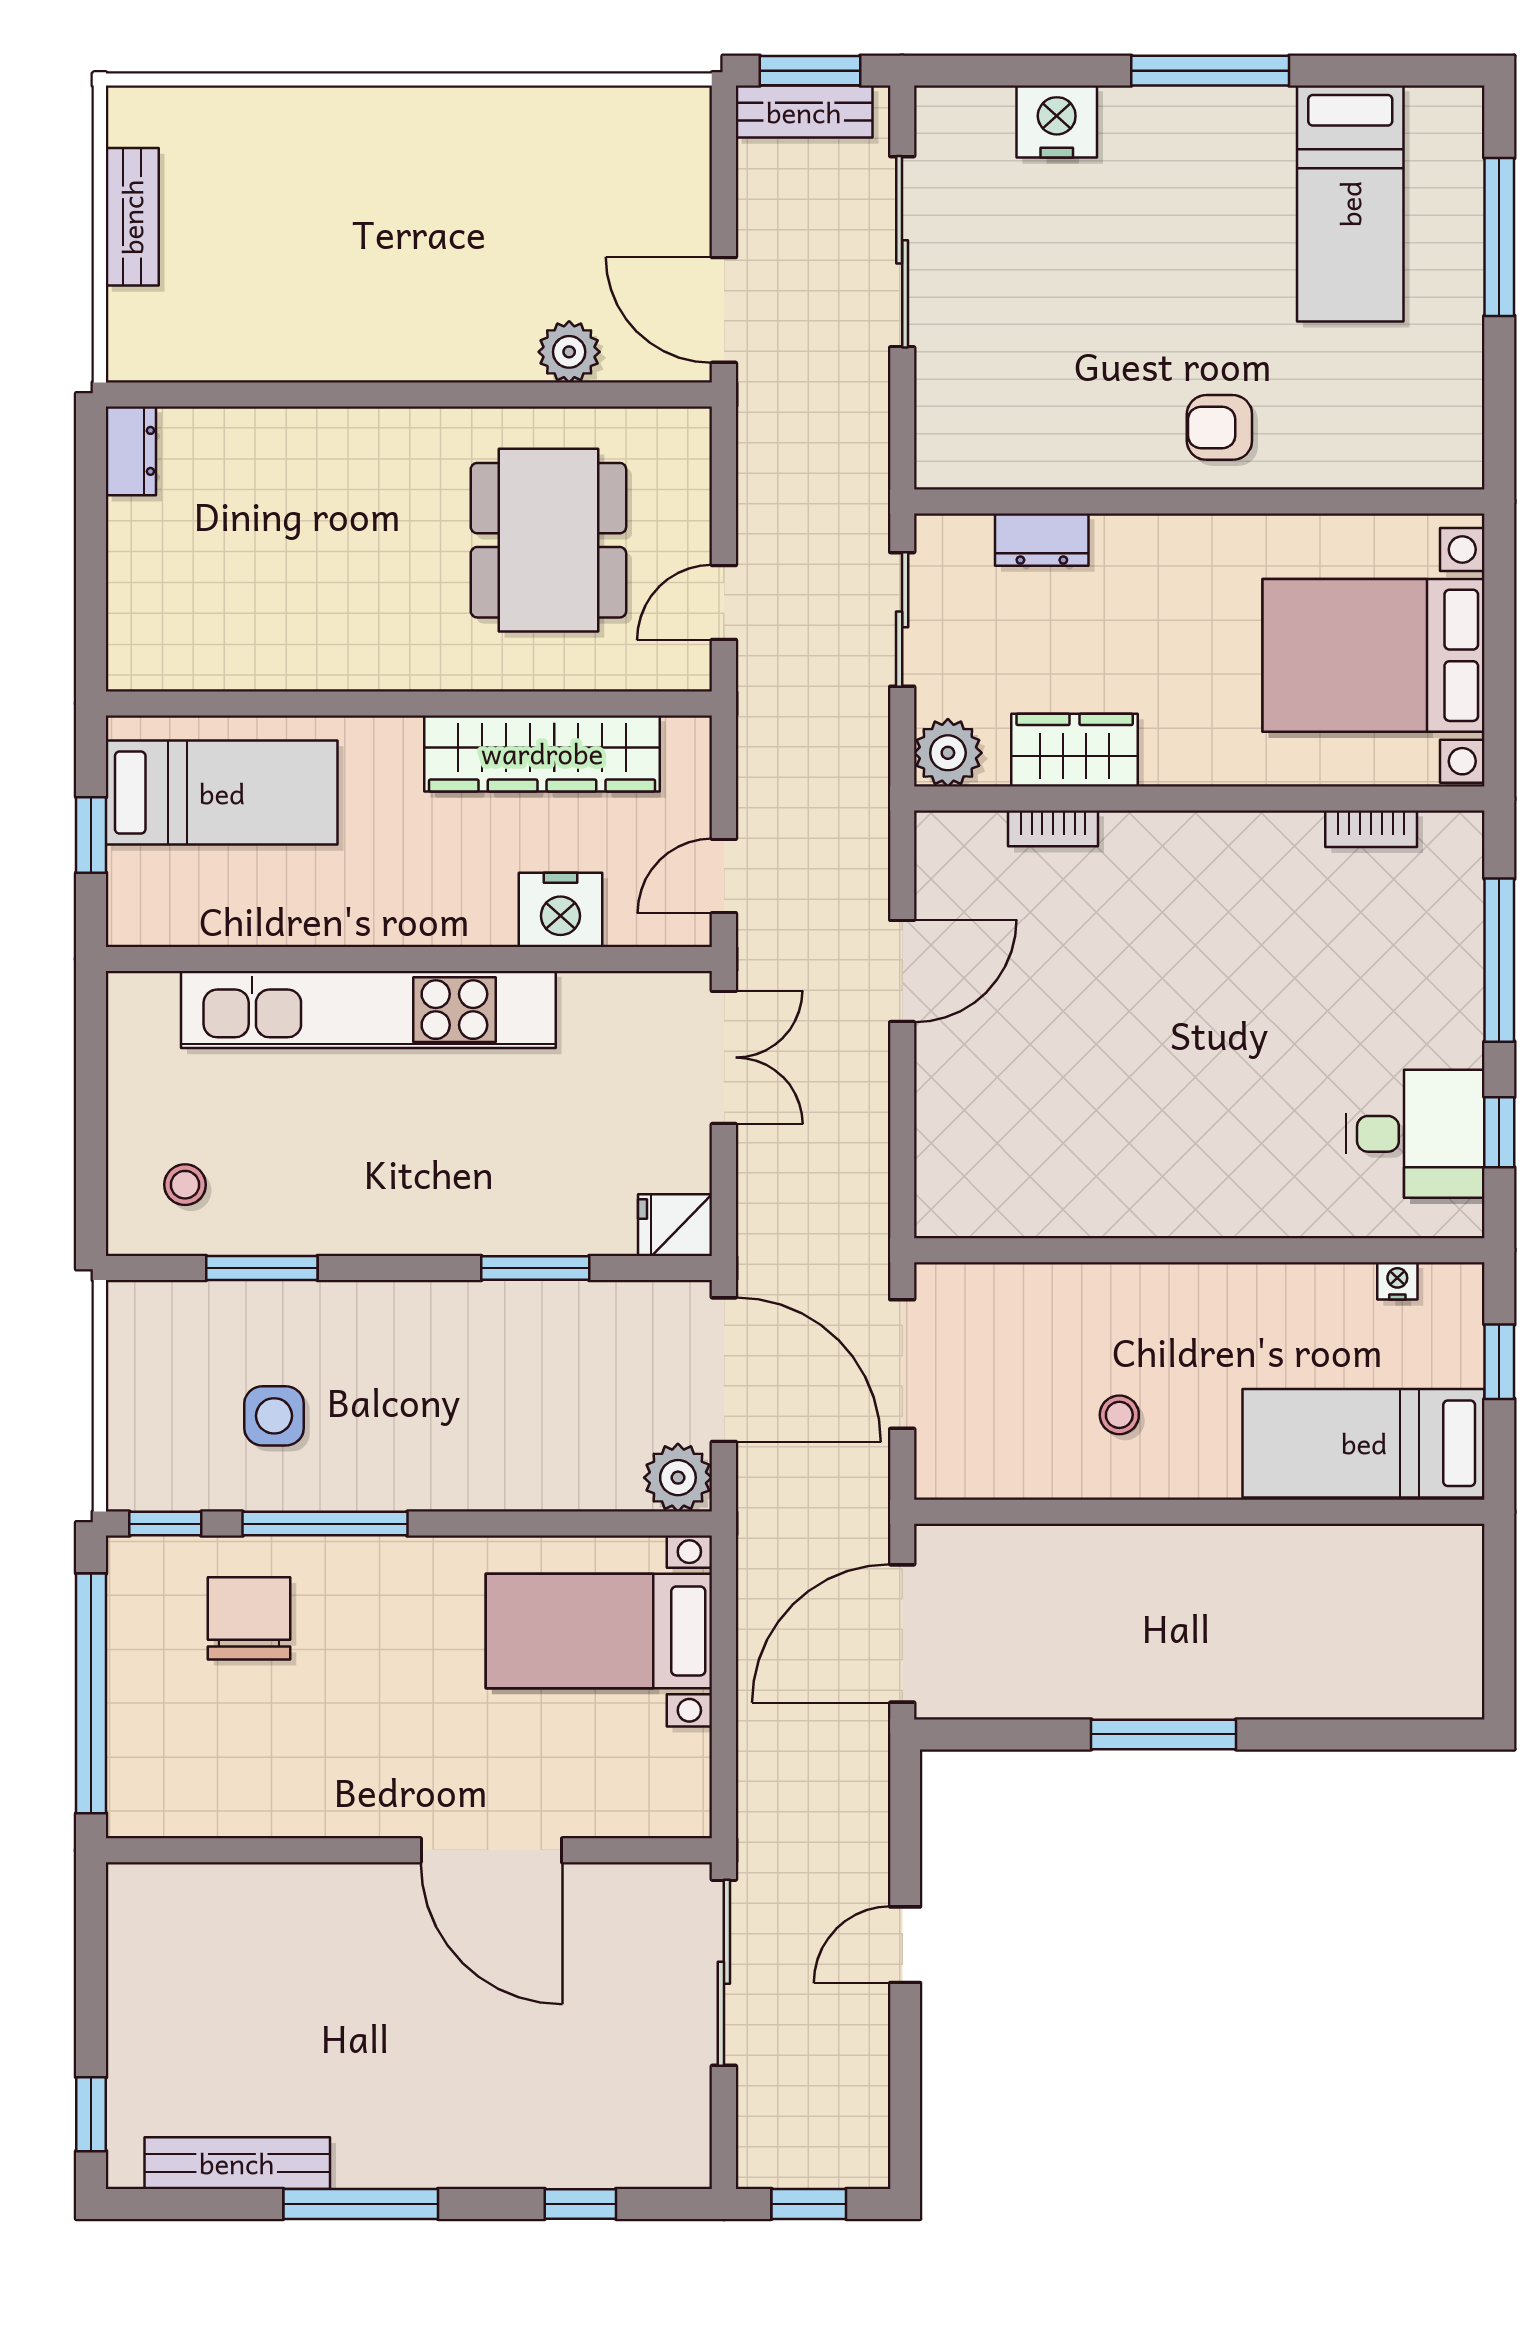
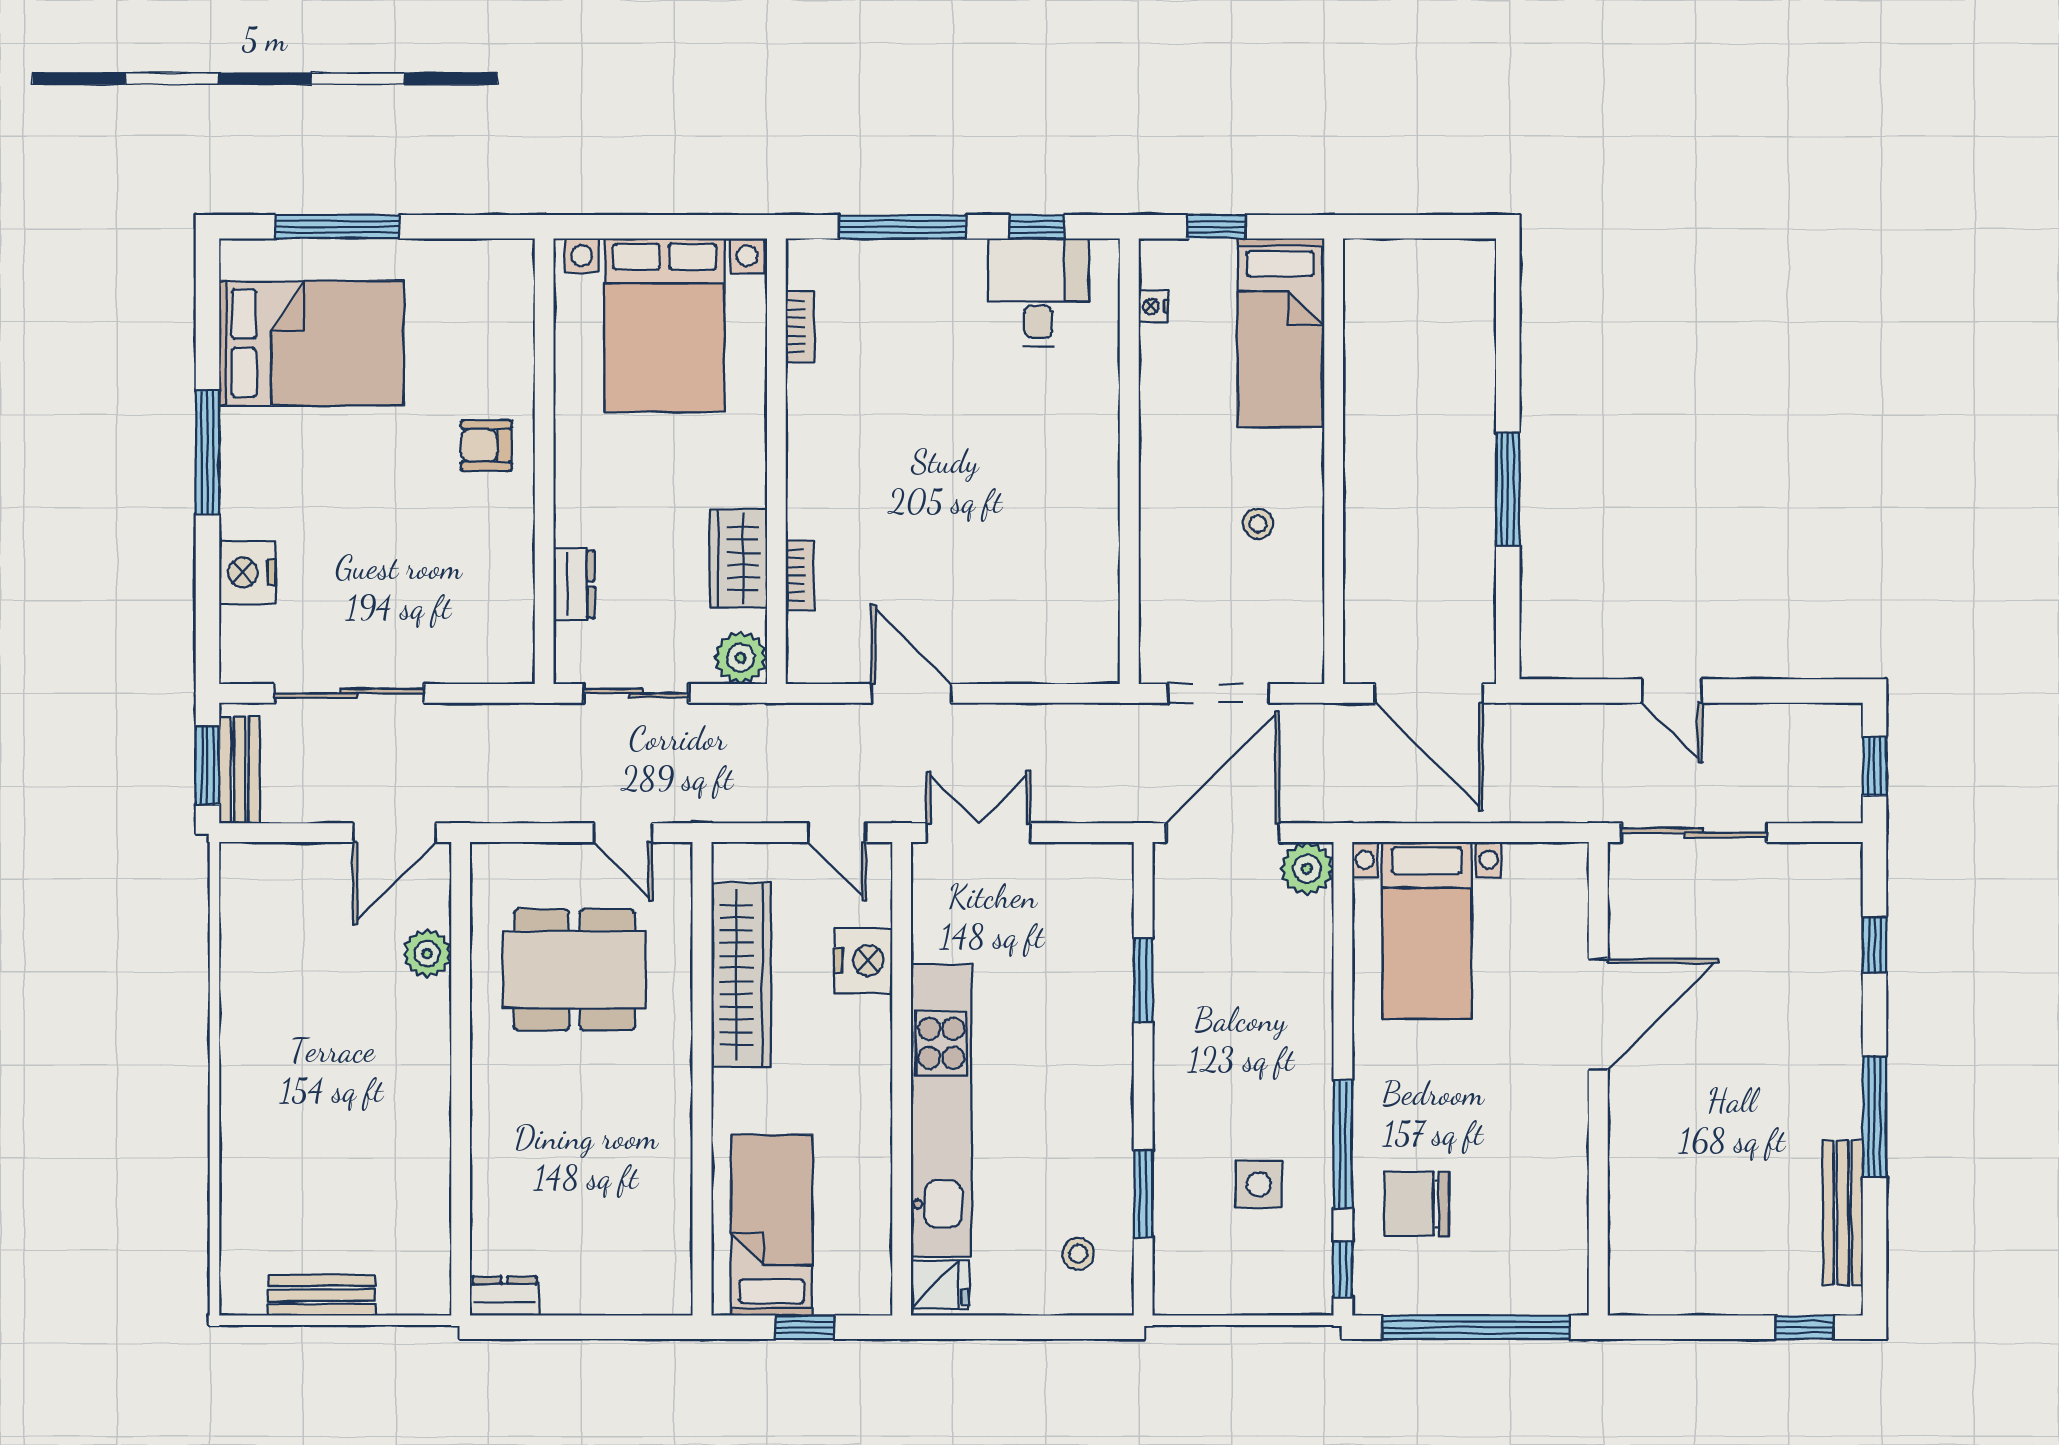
bed: (1350, 204) -> (311, 343), width x1.50
armchair: (1219, 427) -> (486, 445), turned 90
fridge: (675, 1225) -> (940, 1285), moved, turned -90

